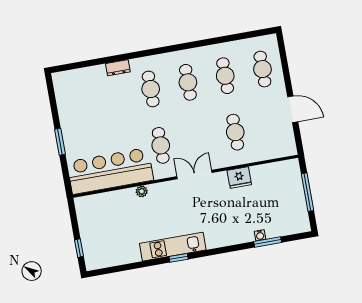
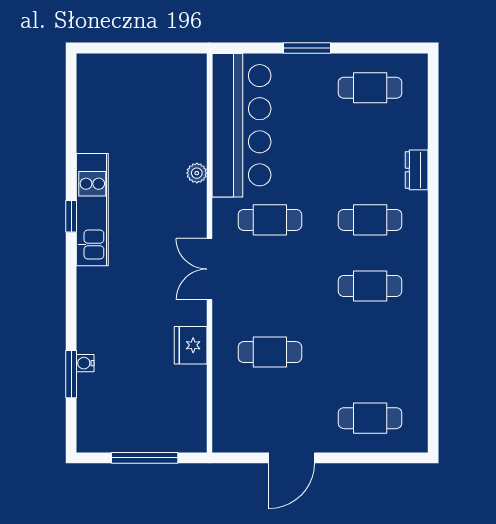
cafe table: (225, 76) -> (370, 88), moved
double door: (195, 175) -> (210, 269), swing flipped
window: (79, 248) -> (118, 48), removed

